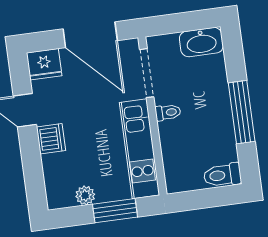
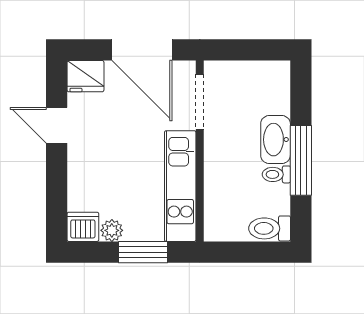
washbasin: (201, 42) -> (276, 140), moved, turned 90
toilet: (168, 112) -> (276, 174), moved, turned 180
dishwasher: (51, 139) -> (83, 227), moved, turned -90

